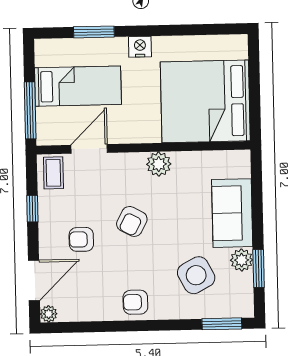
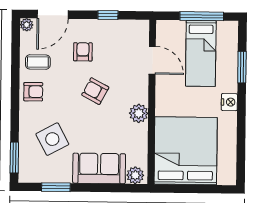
window: (30, 110) -> (202, 16), moved
coffee table: (53, 173) -> (38, 62), moved
plant: (242, 260) -> (135, 175), moved
door: (34, 280) -> (53, 14), hinge flipped
armchair: (135, 302) -> (33, 92), turned 90

